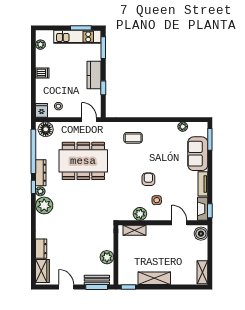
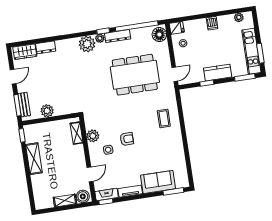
plant: (183, 127) -> (182, 164), removed
dining table: (83, 161) -> (135, 75), turned 90
shelving: (202, 272) -> (65, 201), moved

